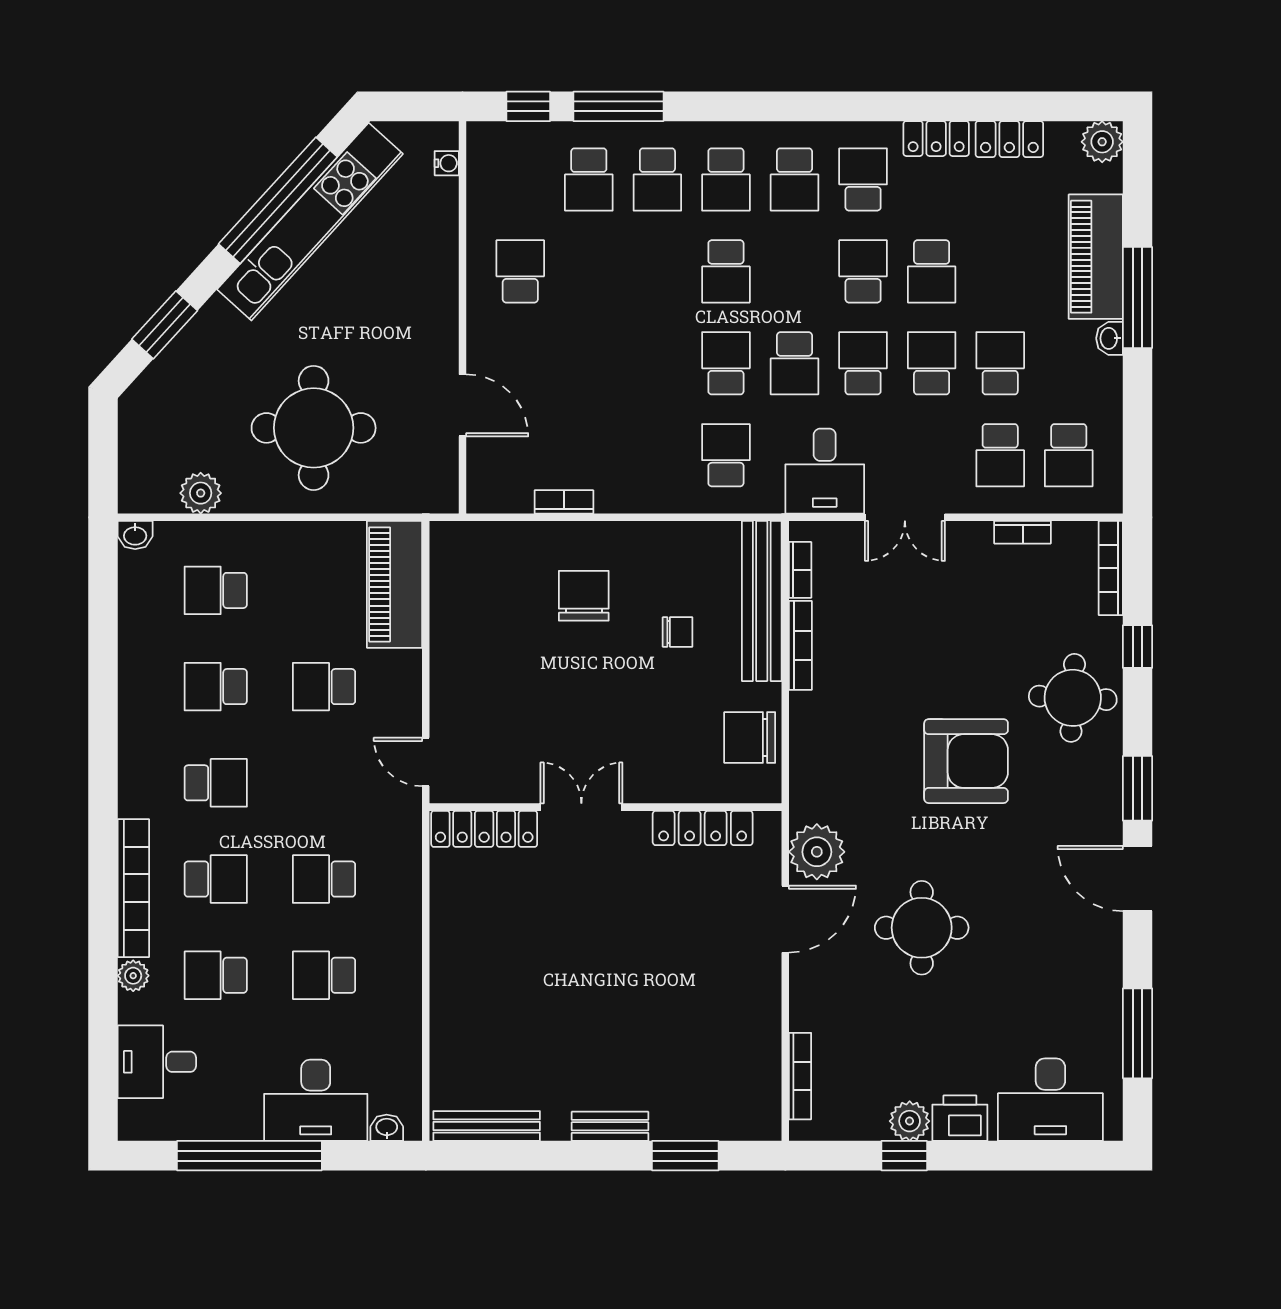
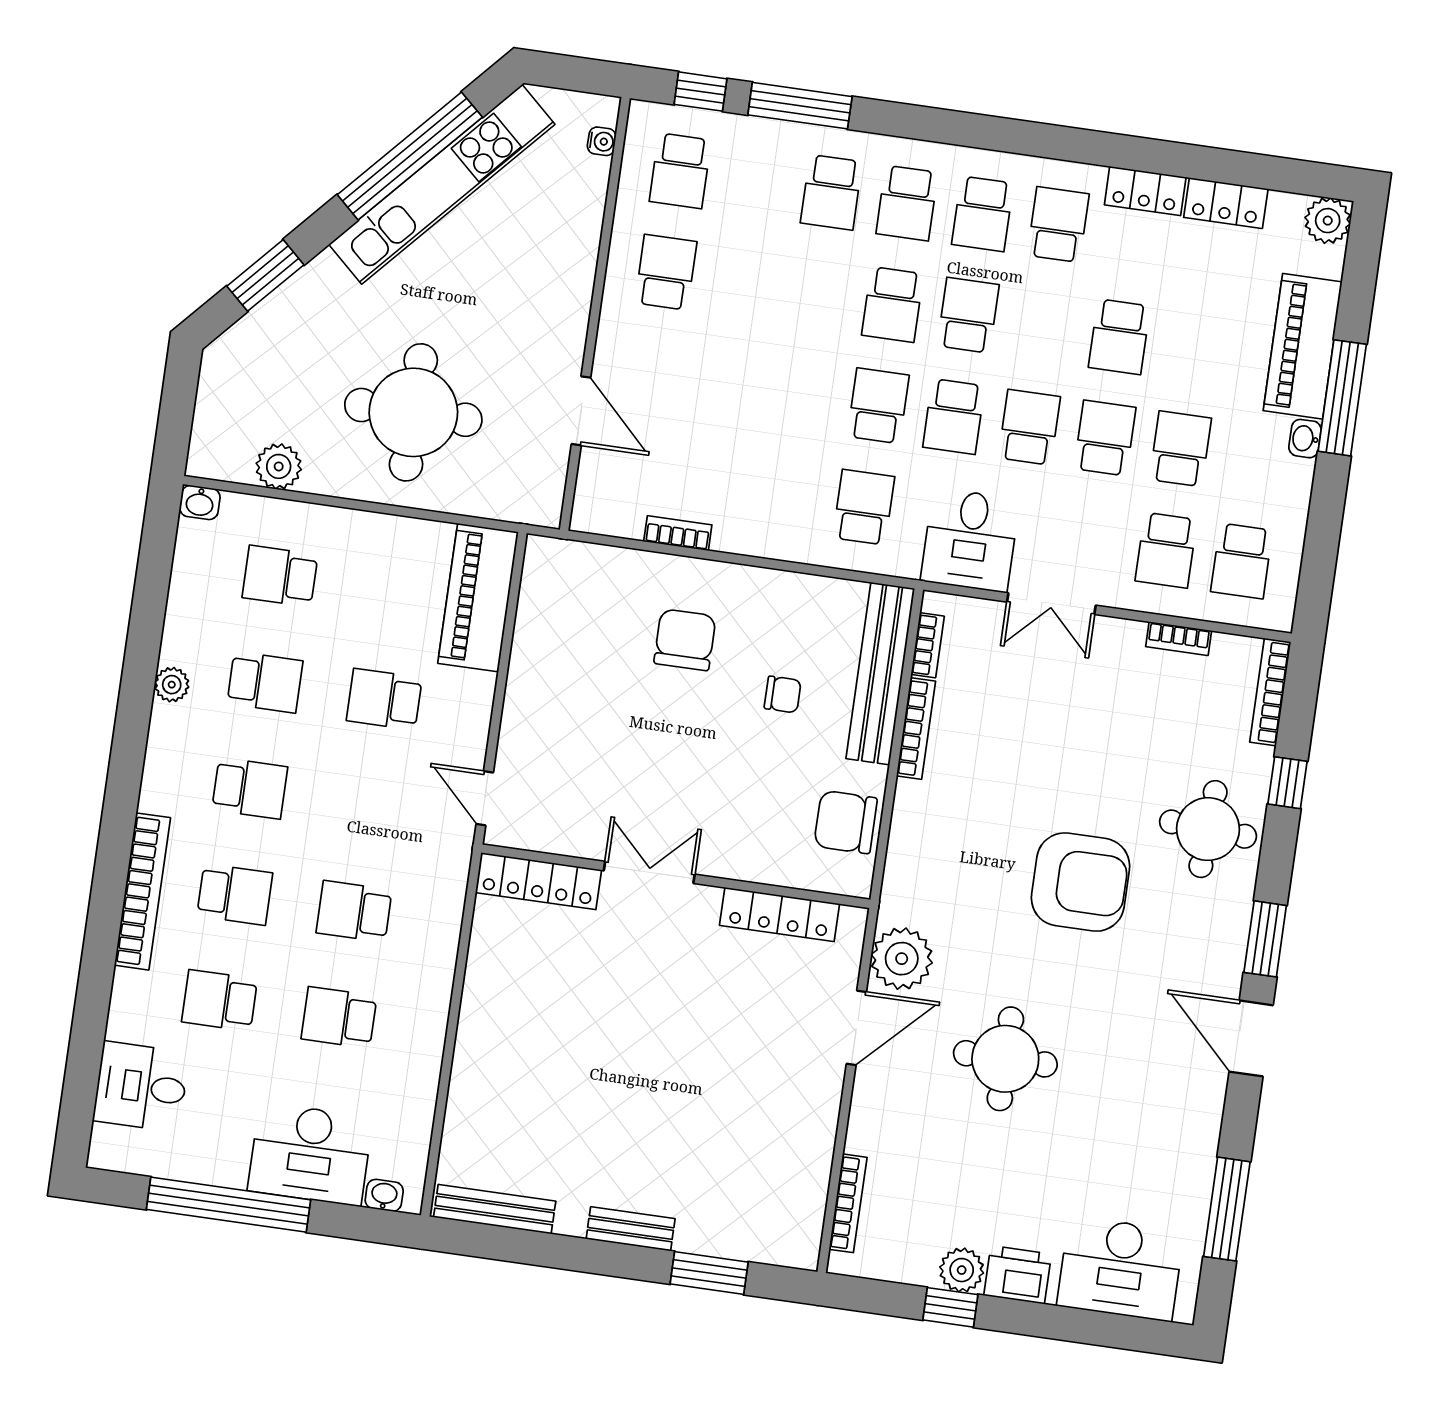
school desk: (589, 179) -> (680, 171), moved
school desk: (863, 271) -> (968, 315), moved
school desk: (216, 687) -> (265, 682), turned 180
plant: (133, 976) -> (172, 685), moved

